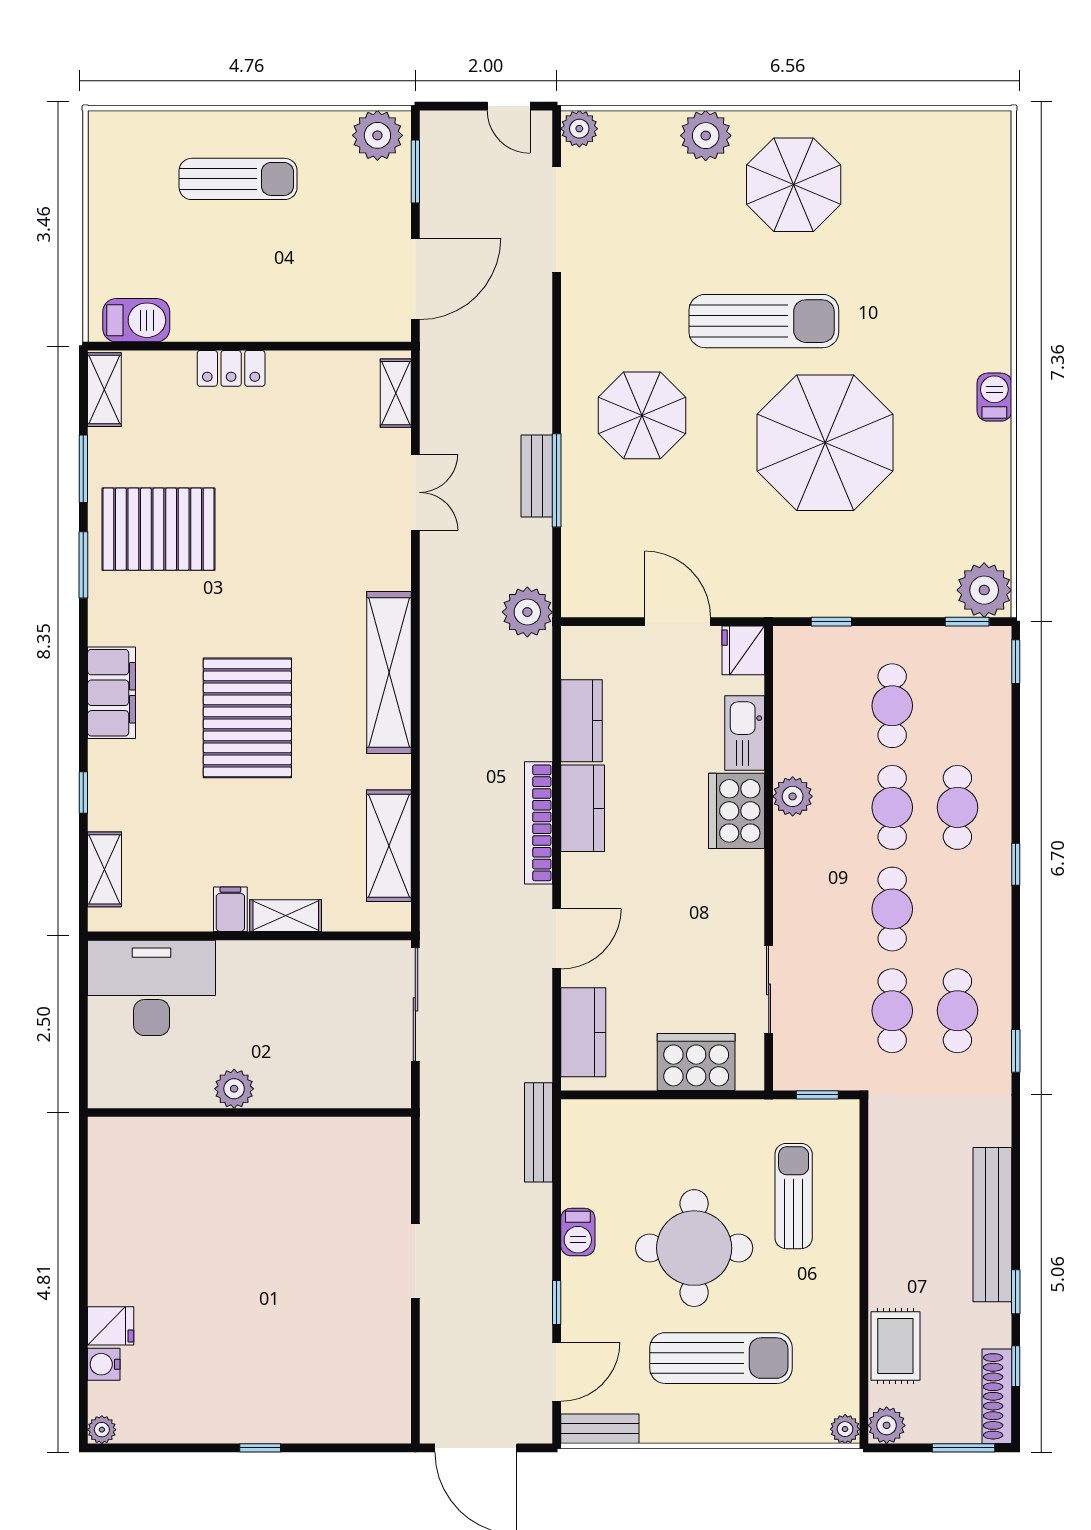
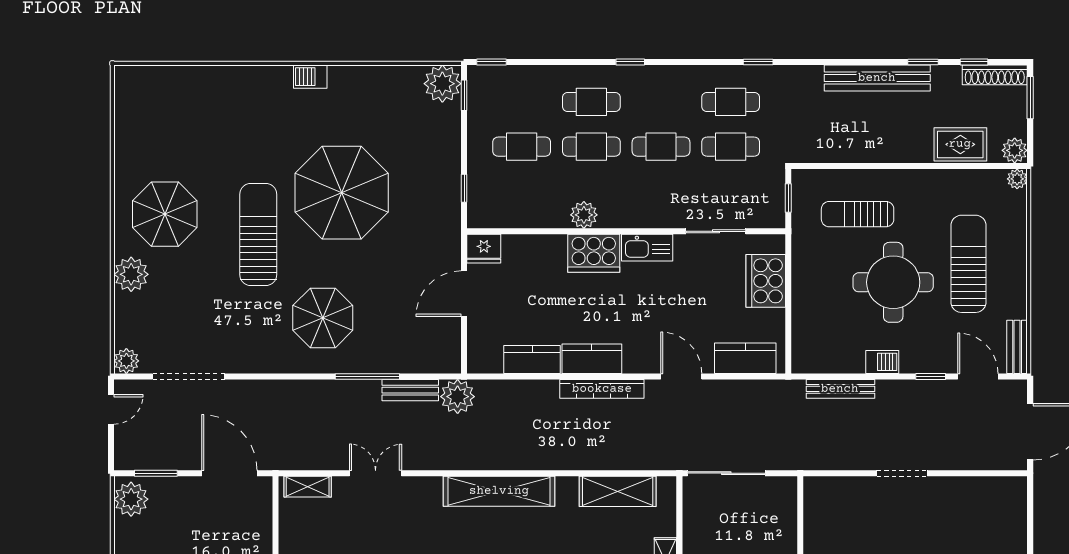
bench: (537, 476) -> (410, 390), moved
kitchen sink: (745, 733) -> (647, 248), moved
bench: (538, 1132) -> (840, 389), moved

